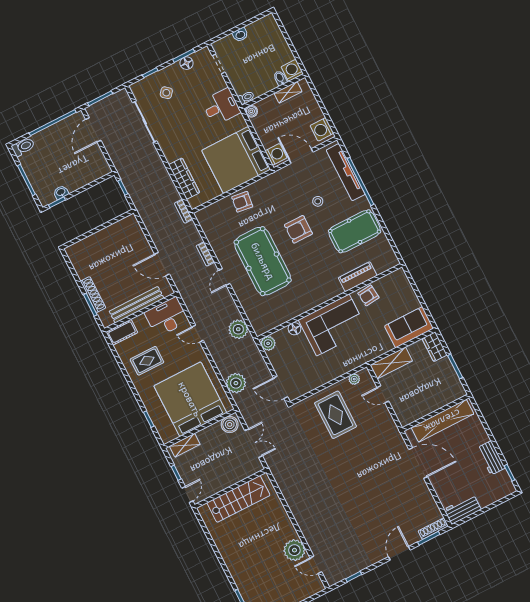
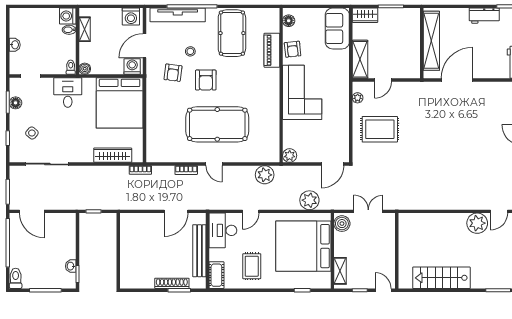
armchair: (242, 202) -> (173, 73), moved
floor lamp: (294, 329) -> (289, 21), moved
stairs: (238, 499) -> (441, 278), moved, turned -90

